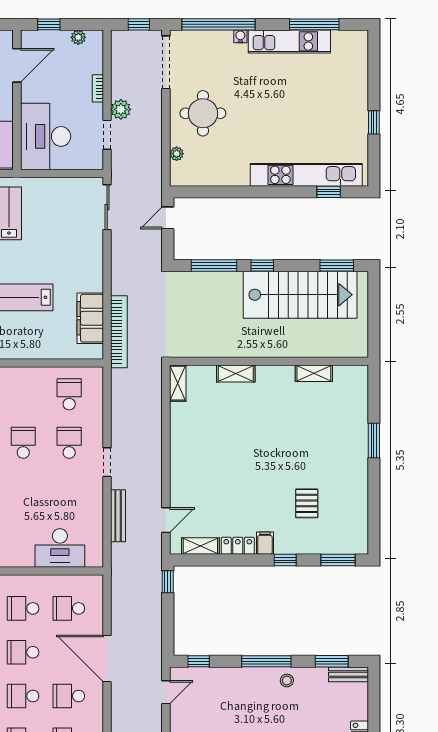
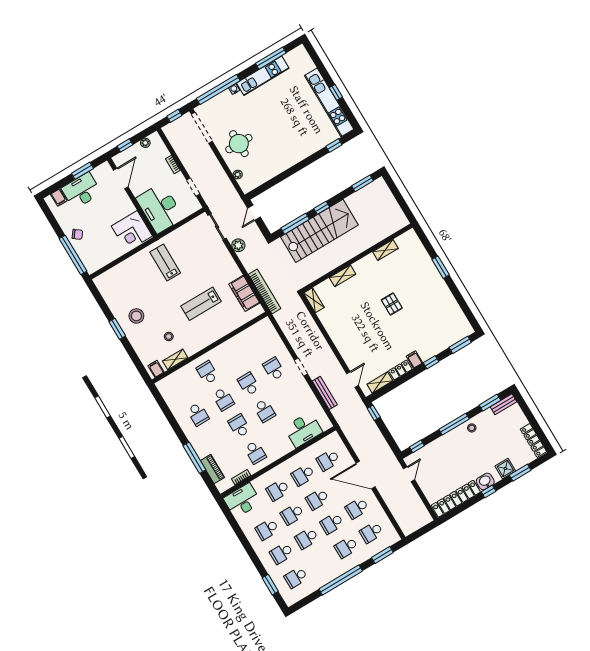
plant: (121, 109) -> (238, 245), moved
kitchen unit: (306, 175) -> (329, 102), moved, turned -90
stairs: (300, 295) -> (319, 231), moved
school desk: (69, 394) -> (264, 411), moved, turned 180
pallet: (307, 503) -> (392, 304), moved

